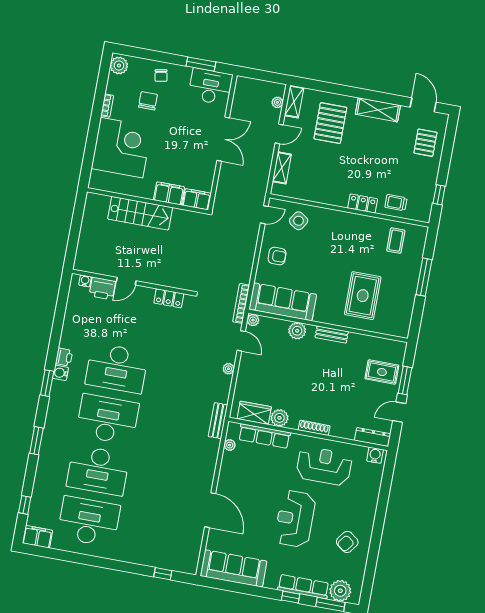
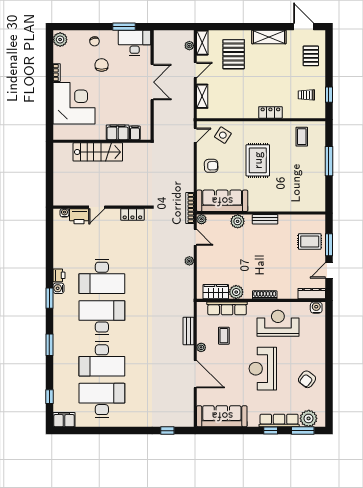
chair: (148, 101) -> (102, 65), moved
filing cabinet: (197, 199) -> (135, 133), width x0.50
trolley: (396, 203) -> (306, 95), moved
rug: (363, 296) -> (258, 160), moved
bench: (218, 421) -> (188, 331), moved
plant: (230, 445) -> (201, 347), moved
coffee table: (254, 469) -> (224, 336), added

